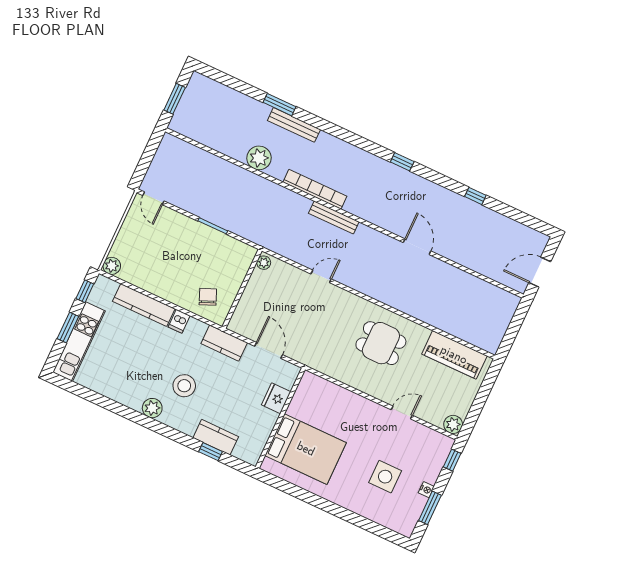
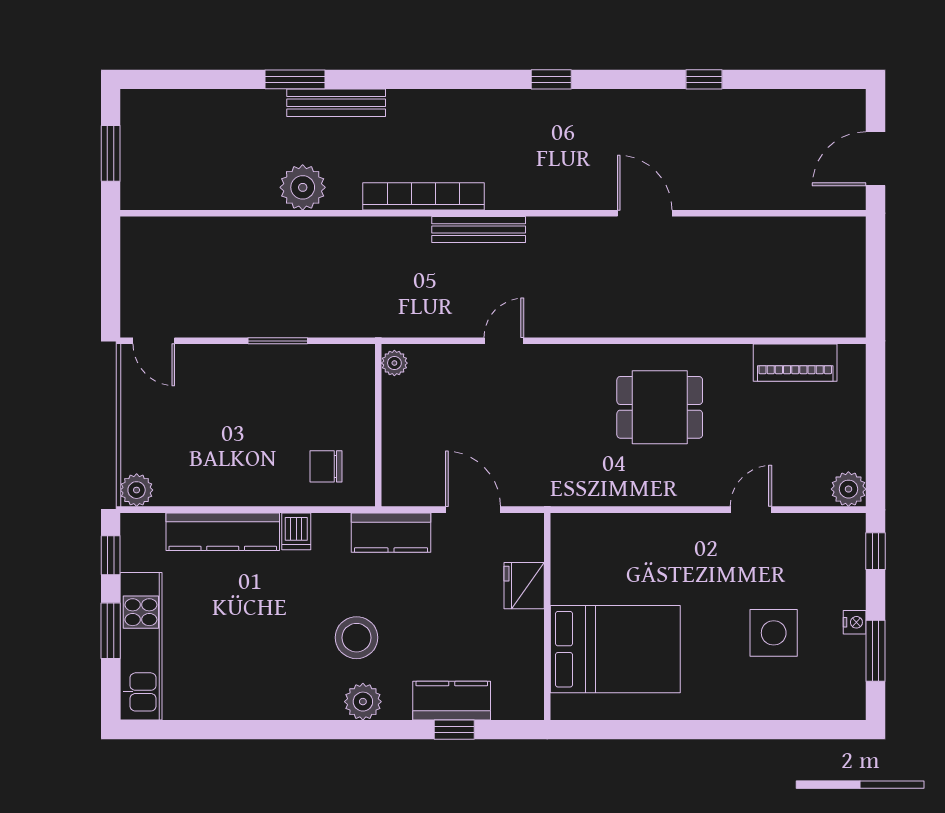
chair: (208, 297) -> (326, 466), turned -67
piano: (454, 355) -> (795, 363), width x0.73, depth x0.75
plant: (152, 408) -> (363, 702), moved

